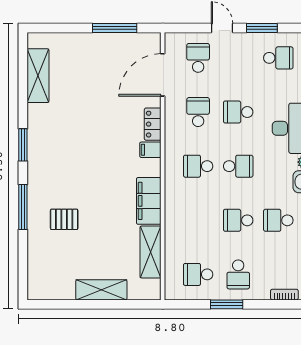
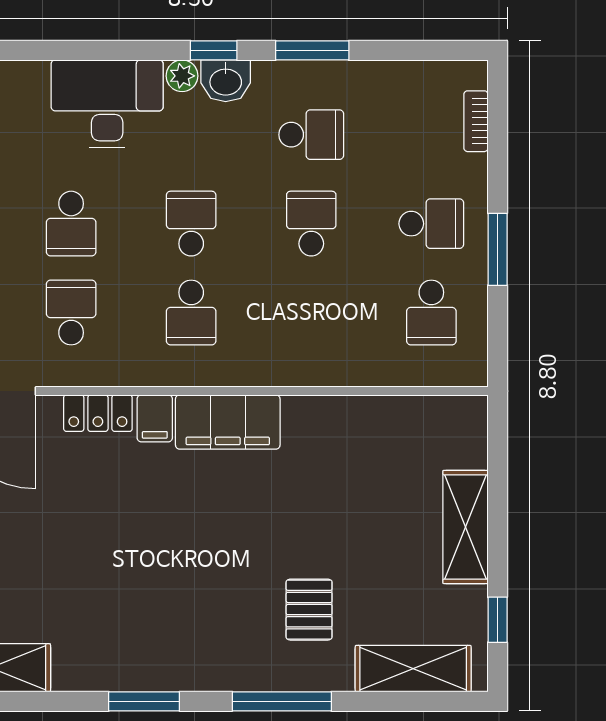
school desk: (198, 112) -> (71, 312), turned 90
filing cabinet: (149, 201) -> (228, 422), moved
school desk: (238, 220) -> (311, 224), turned 180
school desk: (278, 220) -> (311, 135), turned -90
shelving: (151, 252) -> (413, 669), moved
window: (60, 304) -> (498, 620), added

